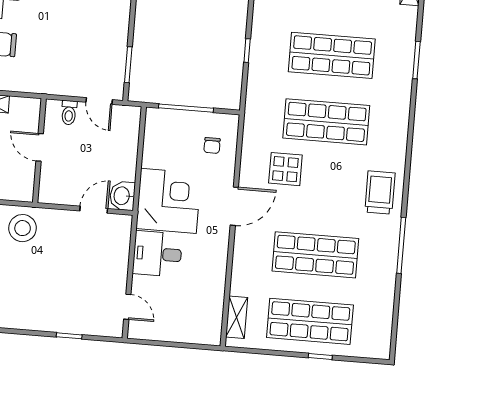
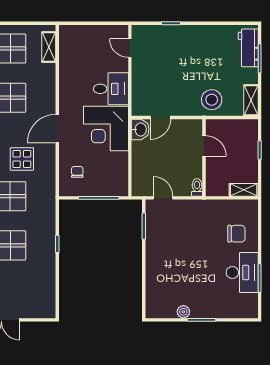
toilet: (69, 113) -> (197, 187), moved
door: (40, 147) -> (204, 146), moved

